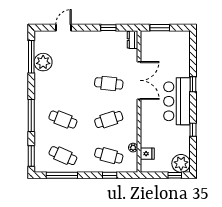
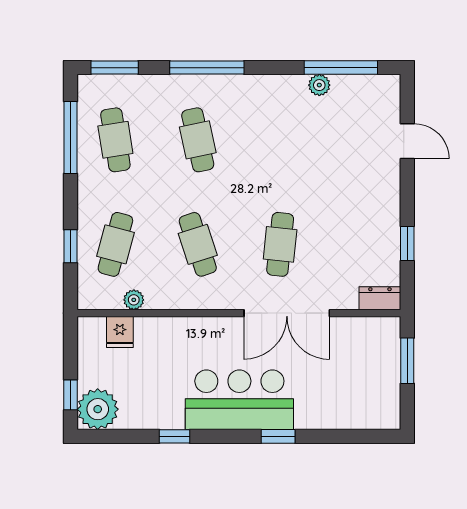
plant: (43, 62) -> (319, 85), width x0.53, depth x0.53
cafe table: (63, 120) -> (198, 140), turned -33
cafe table: (63, 156) -> (115, 140), turned -33

